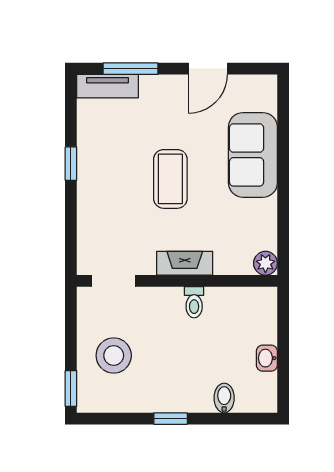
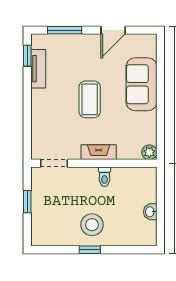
tv unit: (107, 86) -> (38, 69), moved, turned -90
window: (71, 164) -> (27, 56), moved
stool: (114, 356) -> (92, 225), moved
window: (71, 389) -> (27, 202), moved
bidet: (224, 398) -> (123, 237), removed

